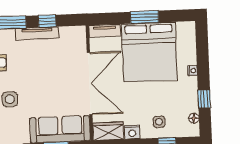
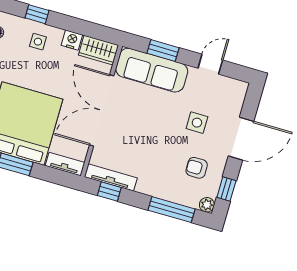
window: (47, 21) -> (109, 192), moved
tv unit: (37, 33) -> (111, 177), moved

